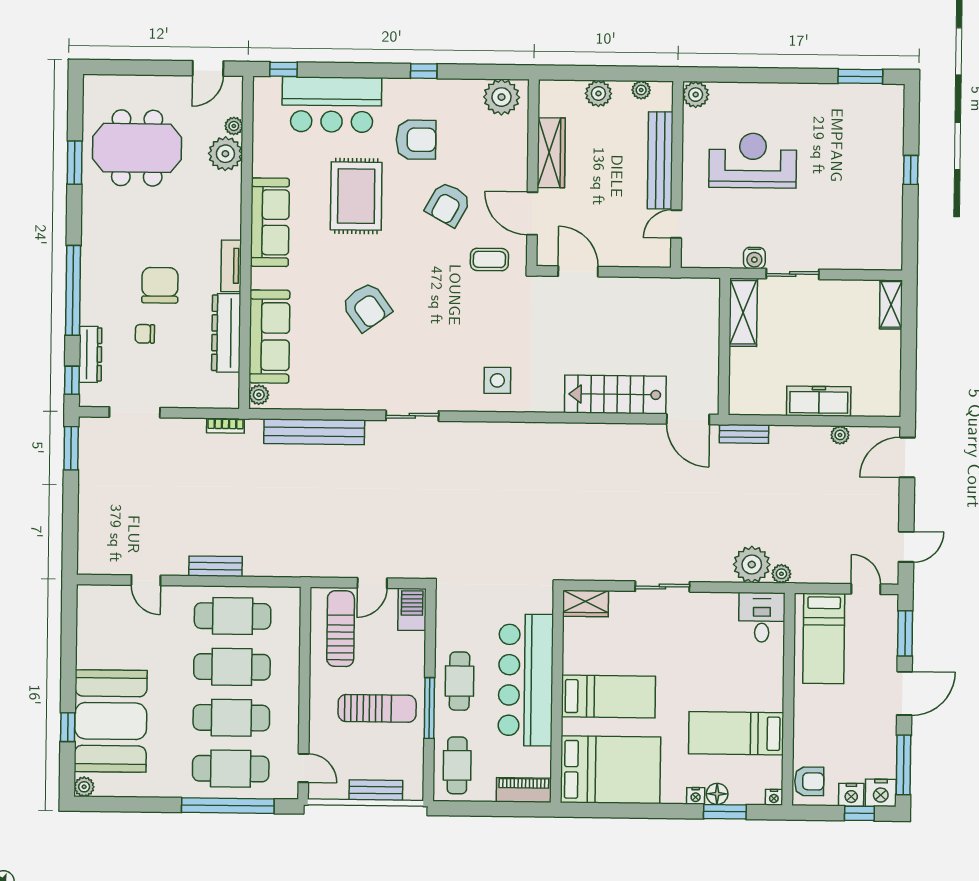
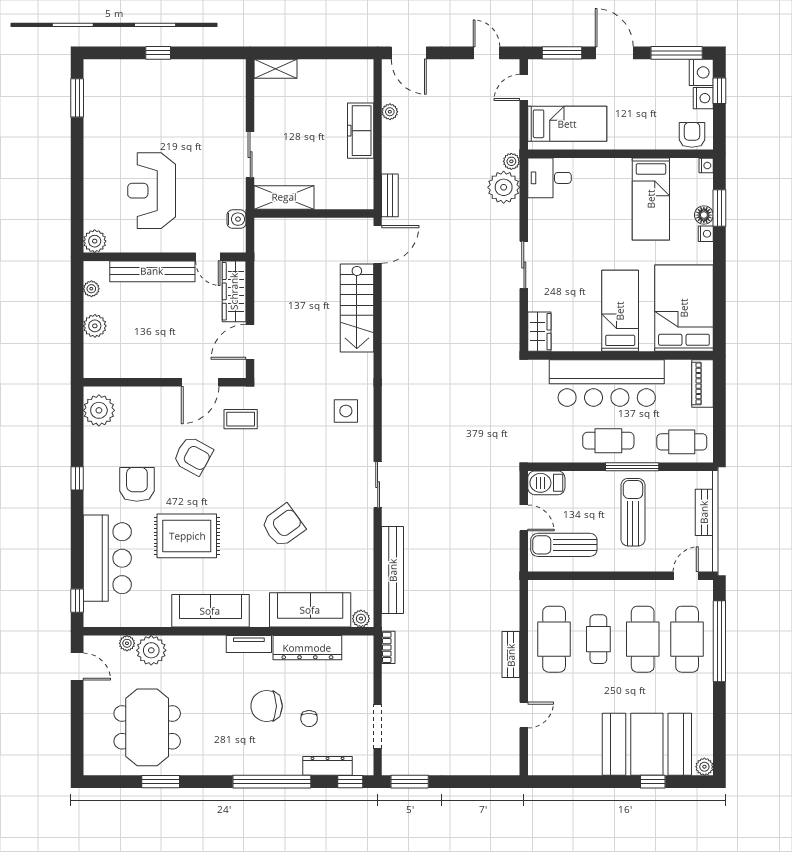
wardrobe: (551, 153) -> (234, 291), moved, turned -90
water cooler: (754, 258) -> (236, 219), moved
coffee table: (489, 259) -> (241, 419), turned 90
cafe table: (232, 667) -> (598, 639), width x0.73, depth x0.74

